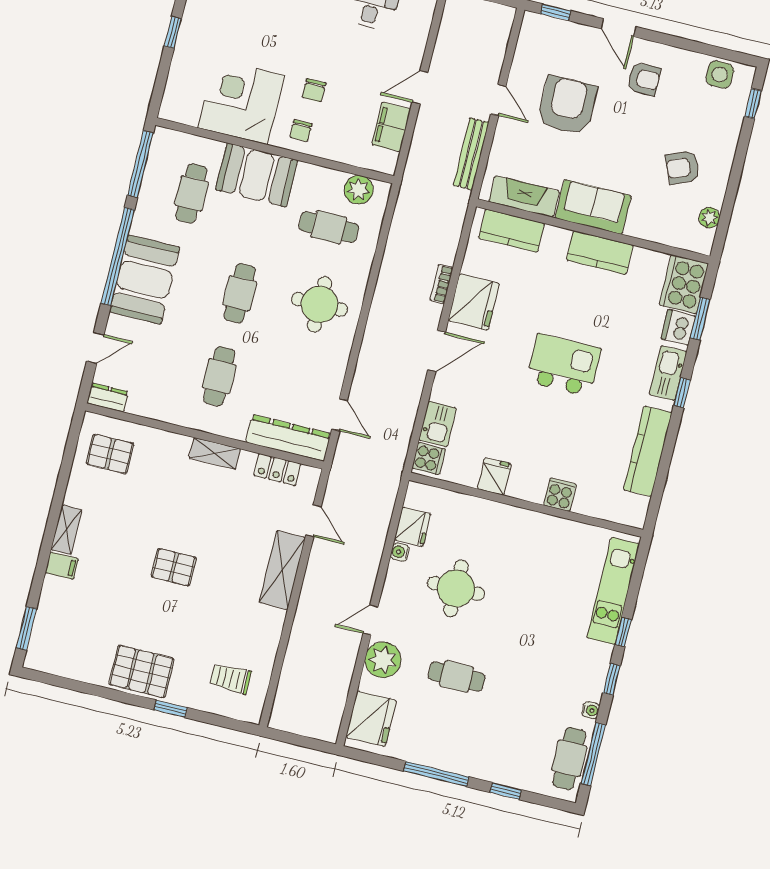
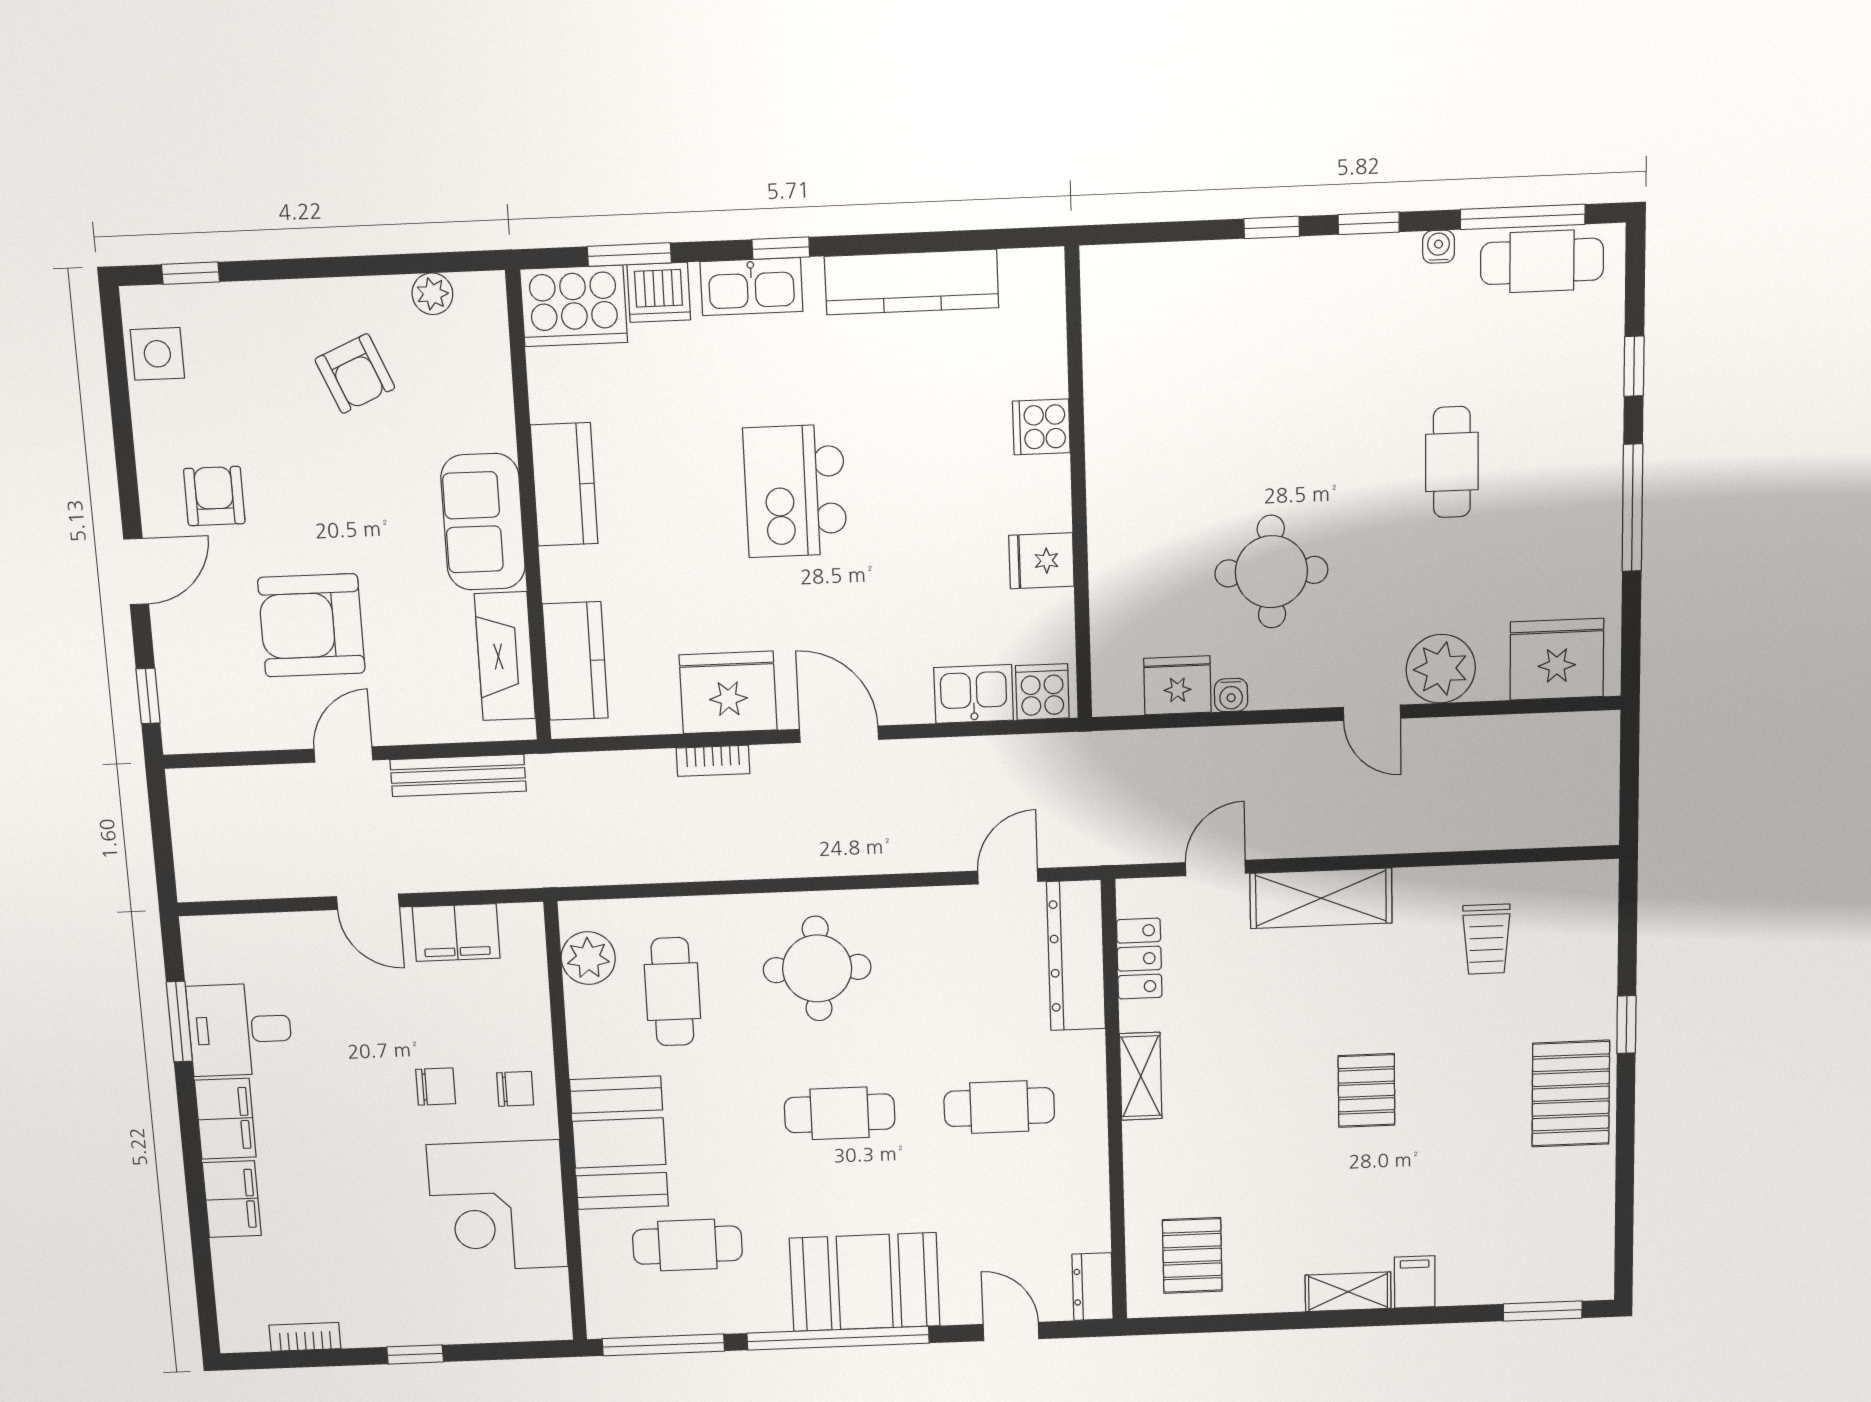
kitchen unit: (613, 591) -> (1197, 270), removed
cafe table: (457, 676) -> (1452, 462), moved
trolley: (231, 679) -> (1486, 939), moved

